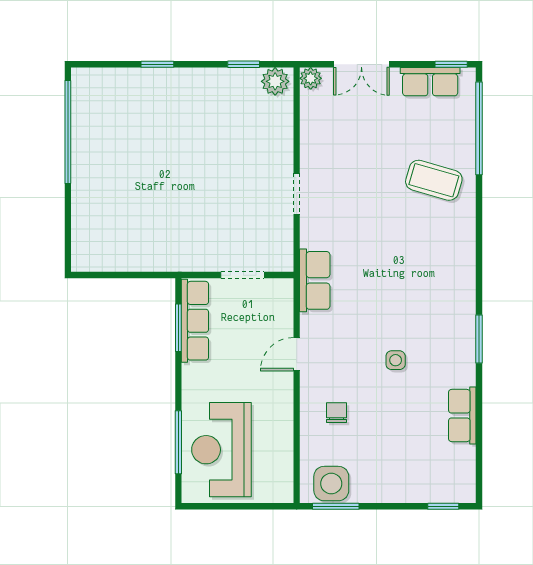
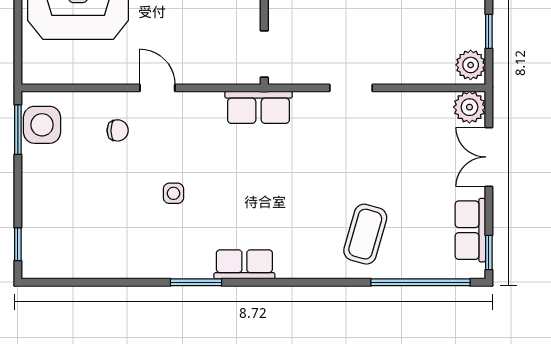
plant: (311, 78) -> (469, 107), width x1.38, depth x1.38
doorway: (243, 275) -> (264, 54), moved
door: (297, 354) -> (157, 88), moved
row of seats: (462, 415) -> (244, 264), moved

